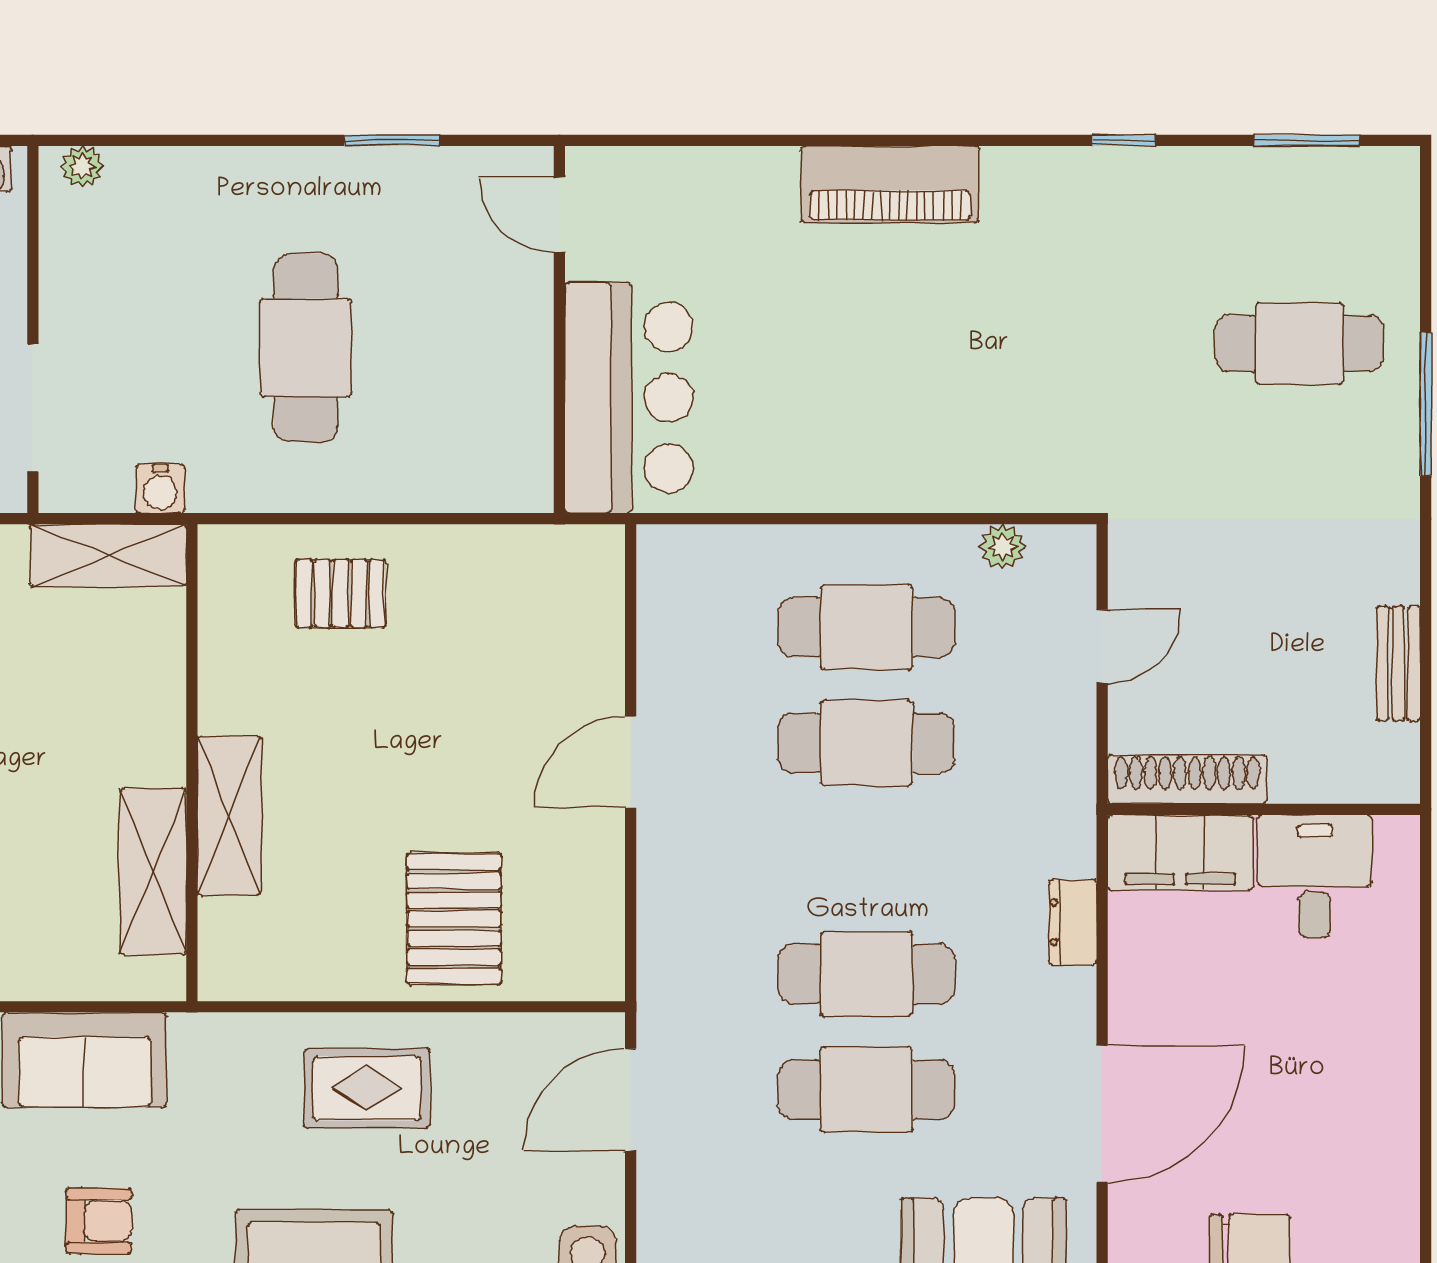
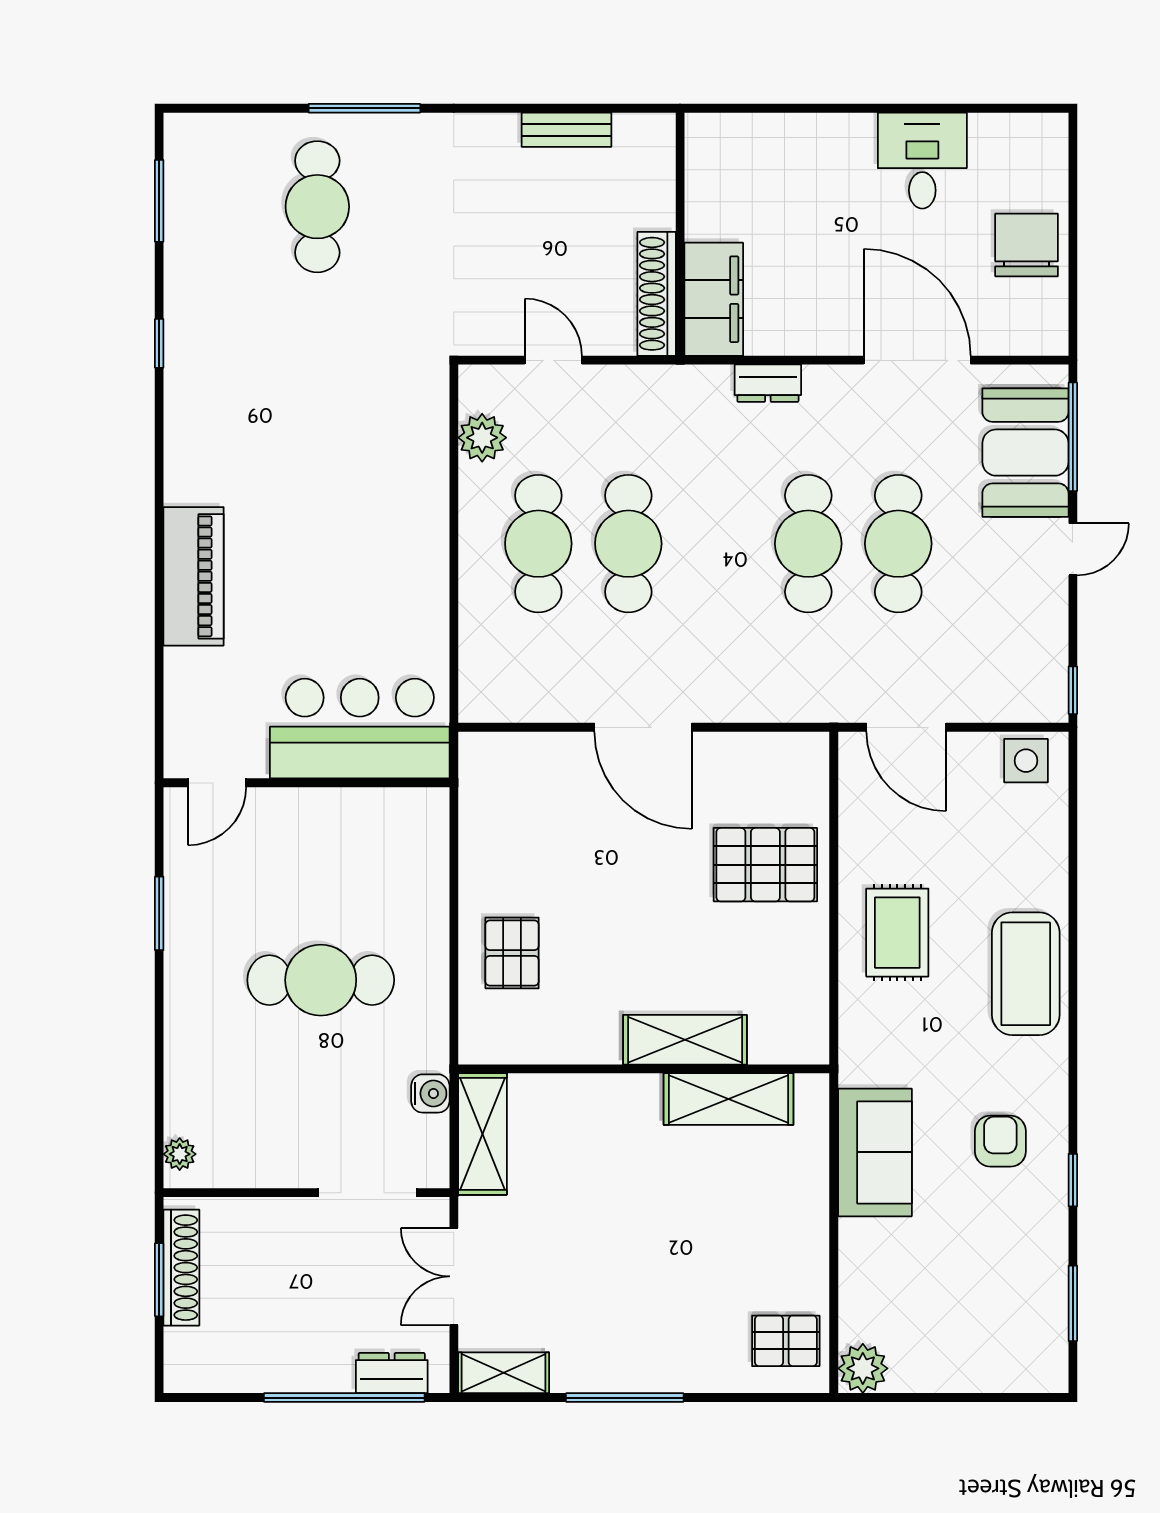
piano: (890, 184) -> (194, 576), moved
plant: (1003, 547) -> (482, 438), width x1.38, depth x1.38
door: (631, 762) -> (643, 727), width x1.36
desk: (1315, 877) -> (922, 161), moved, turned 90

